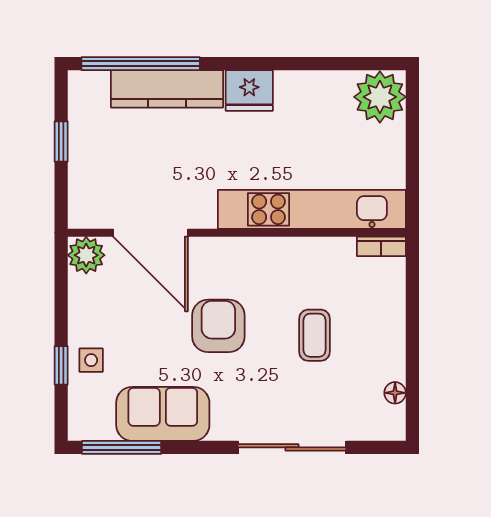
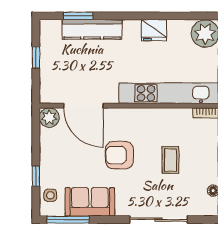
window: (141, 64) -> (78, 16), width x0.47
fridge: (249, 90) -> (154, 30), moved
armchair: (218, 326) -> (119, 155), turned -90
side table: (91, 360) -> (50, 195), moved

